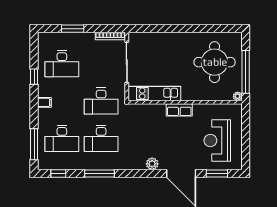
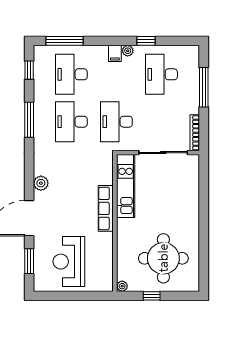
window: (73, 29) -> (204, 87), width x1.44
window: (246, 72) -> (152, 296), width x0.32
plant: (42, 92) -> (128, 51), added
row of seats: (179, 110) -> (106, 208), width x1.48
reception desk: (217, 140) -> (69, 262), turned -90

